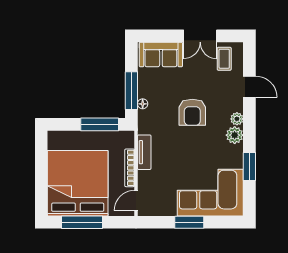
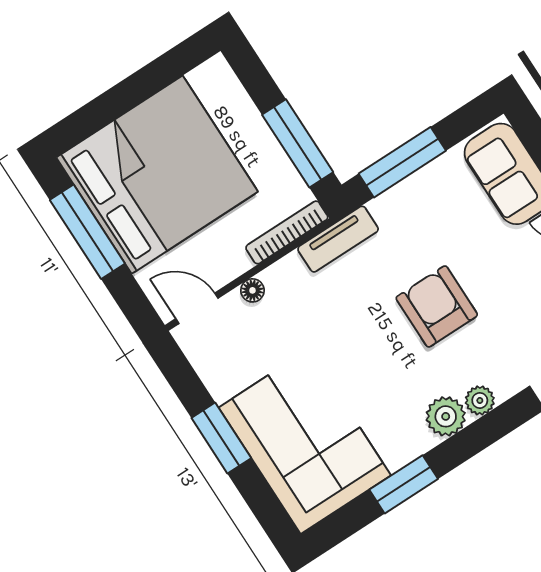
floor lamp: (143, 104) -> (252, 290), moved
armchair: (192, 112) -> (437, 306), turned 90
tv unit: (144, 152) -> (338, 239), moved
bookcase: (130, 168) -> (287, 232), moved

